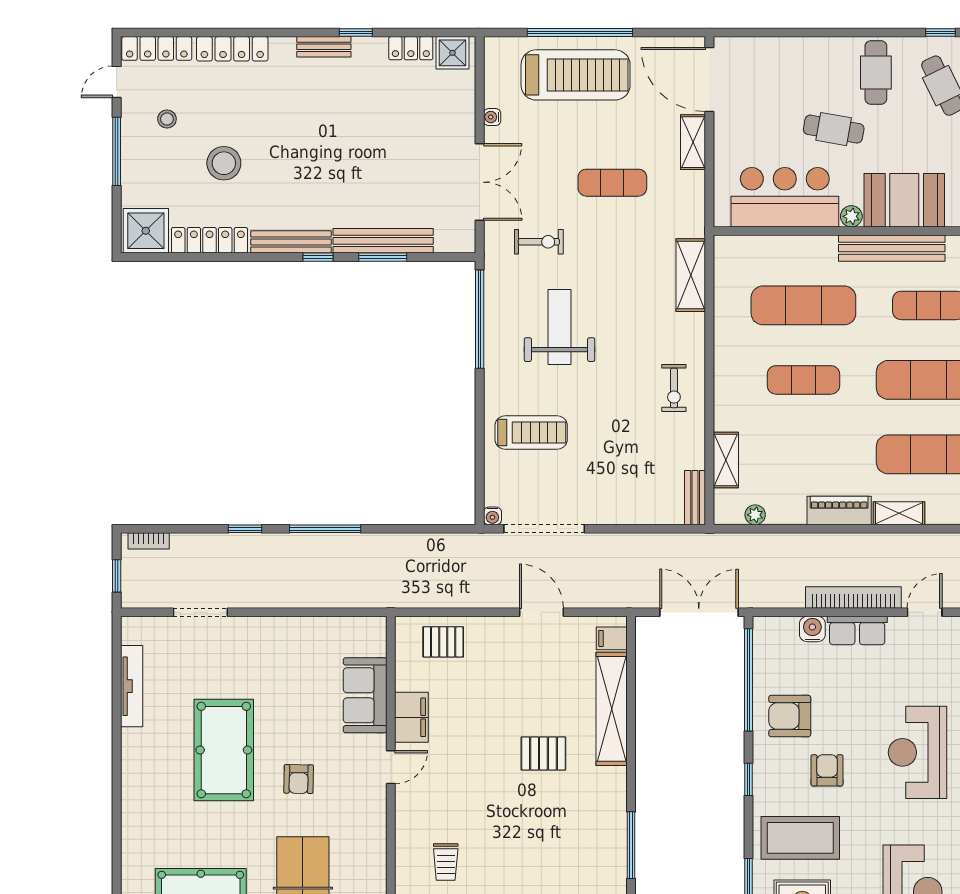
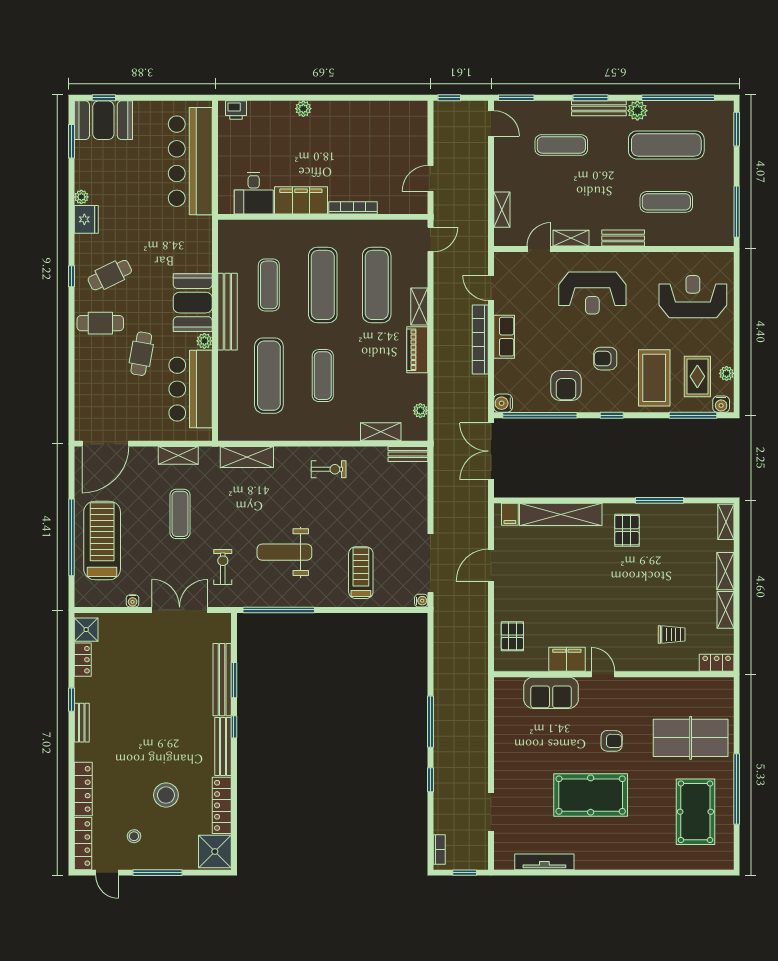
shelving: (693, 142) -> (178, 455), moved
water cooler: (812, 629) -> (503, 403), moved
pallet: (543, 753) -> (627, 530), moved

